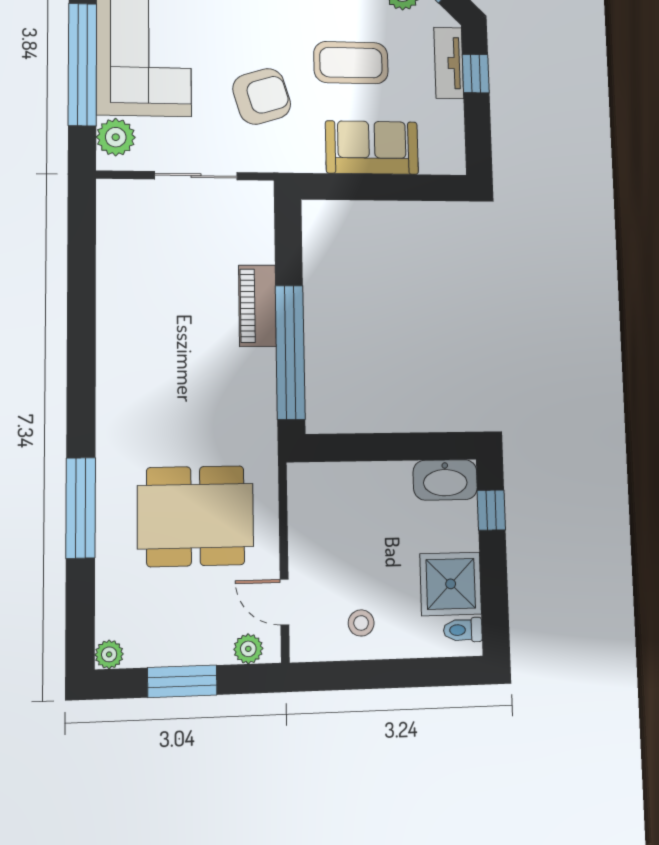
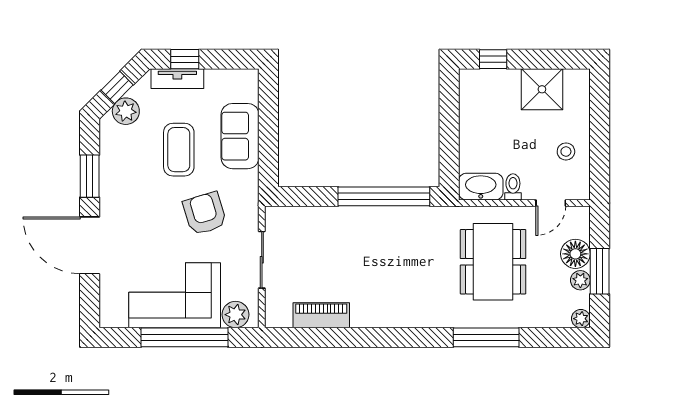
piano: (257, 306) -> (321, 315), moved, turned 180
washbasin: (445, 480) -> (481, 187), moved, turned -90
toilet: (463, 630) -> (513, 187), moved, turned 180
floor lamp: (208, 643) -> (575, 254), added
plant: (248, 649) -> (580, 280), moved

